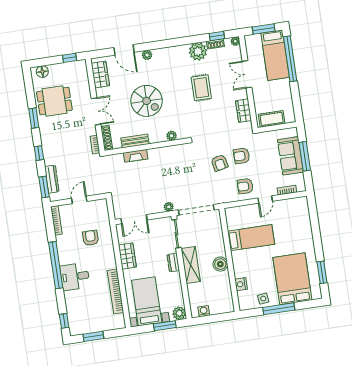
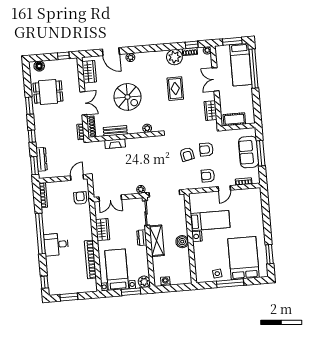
door: (79, 200) -> (77, 178), moved
armchair: (91, 238) -> (80, 198), moved
nightstand: (241, 284) -> (197, 236), moved

